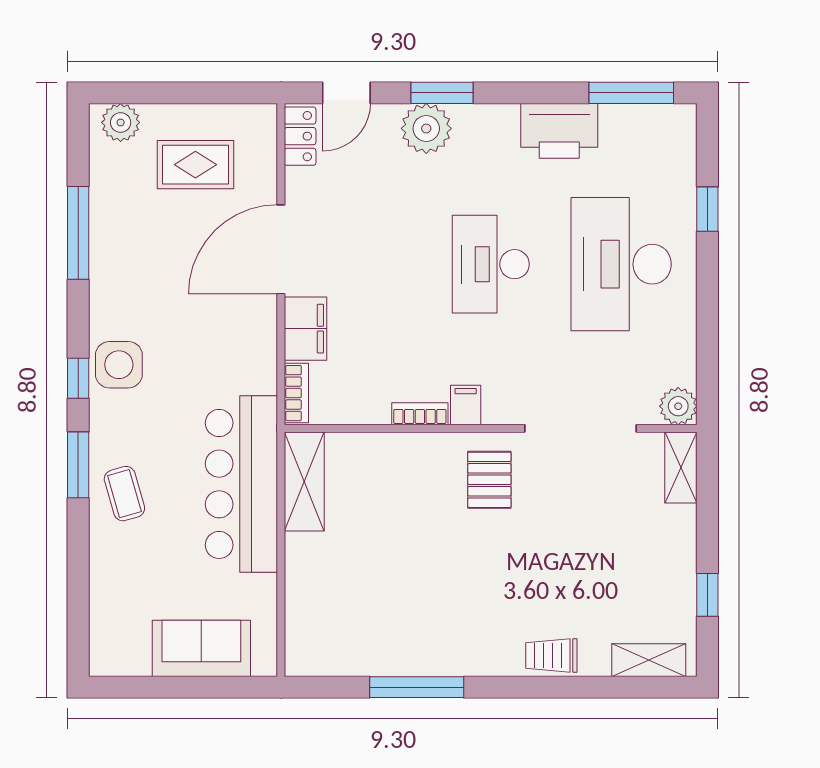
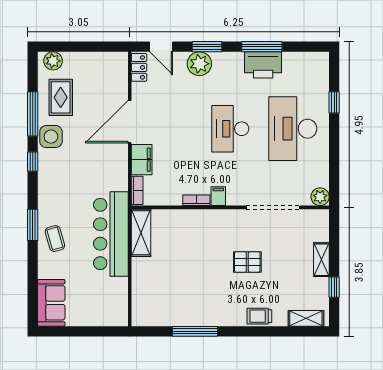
door: (346, 93) -> (161, 47), hinge flipped
window: (631, 93) -> (262, 47), moved
rug: (195, 165) -> (61, 97), moved, turned 90
side table: (119, 365) -> (51, 137), moved
window: (78, 378) -> (33, 162), moved
shelving: (681, 468) -> (321, 260), moved
pallet: (489, 480) -> (247, 262), moved, turned 90
sofa: (201, 648) -> (51, 303), moved, turned 90

